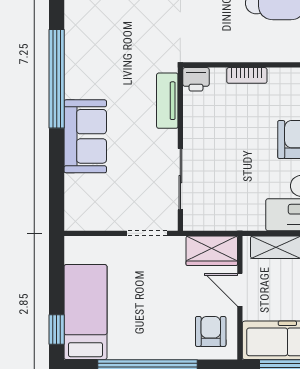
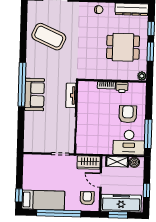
printer: (196, 79) -> (122, 87), moved
sofa: (85, 136) -> (34, 95), moved
bed: (85, 312) -> (43, 200), moved, turned 90

